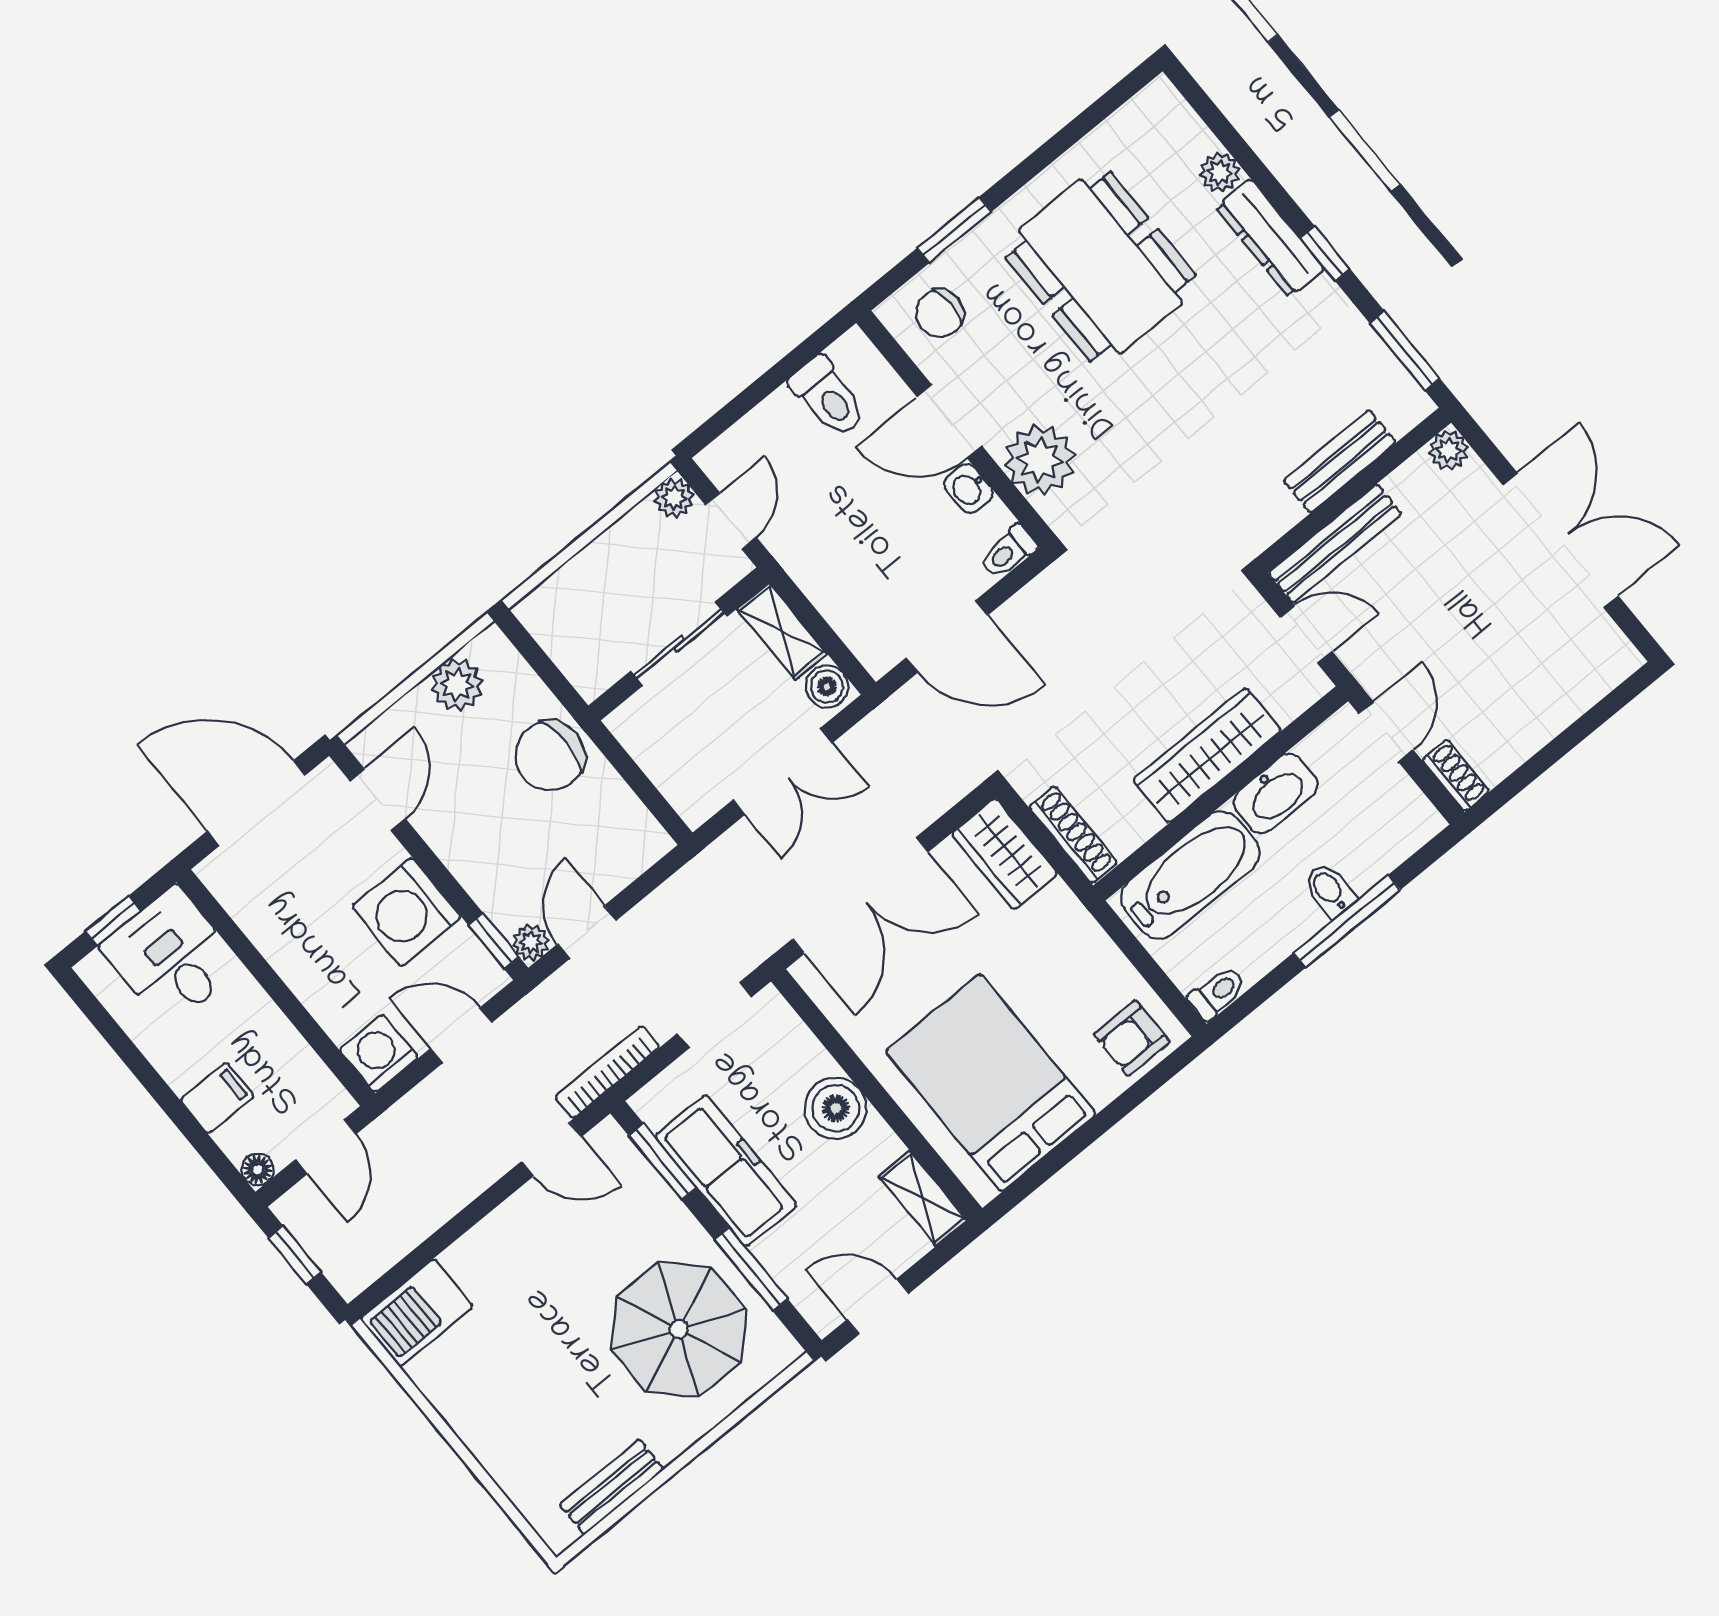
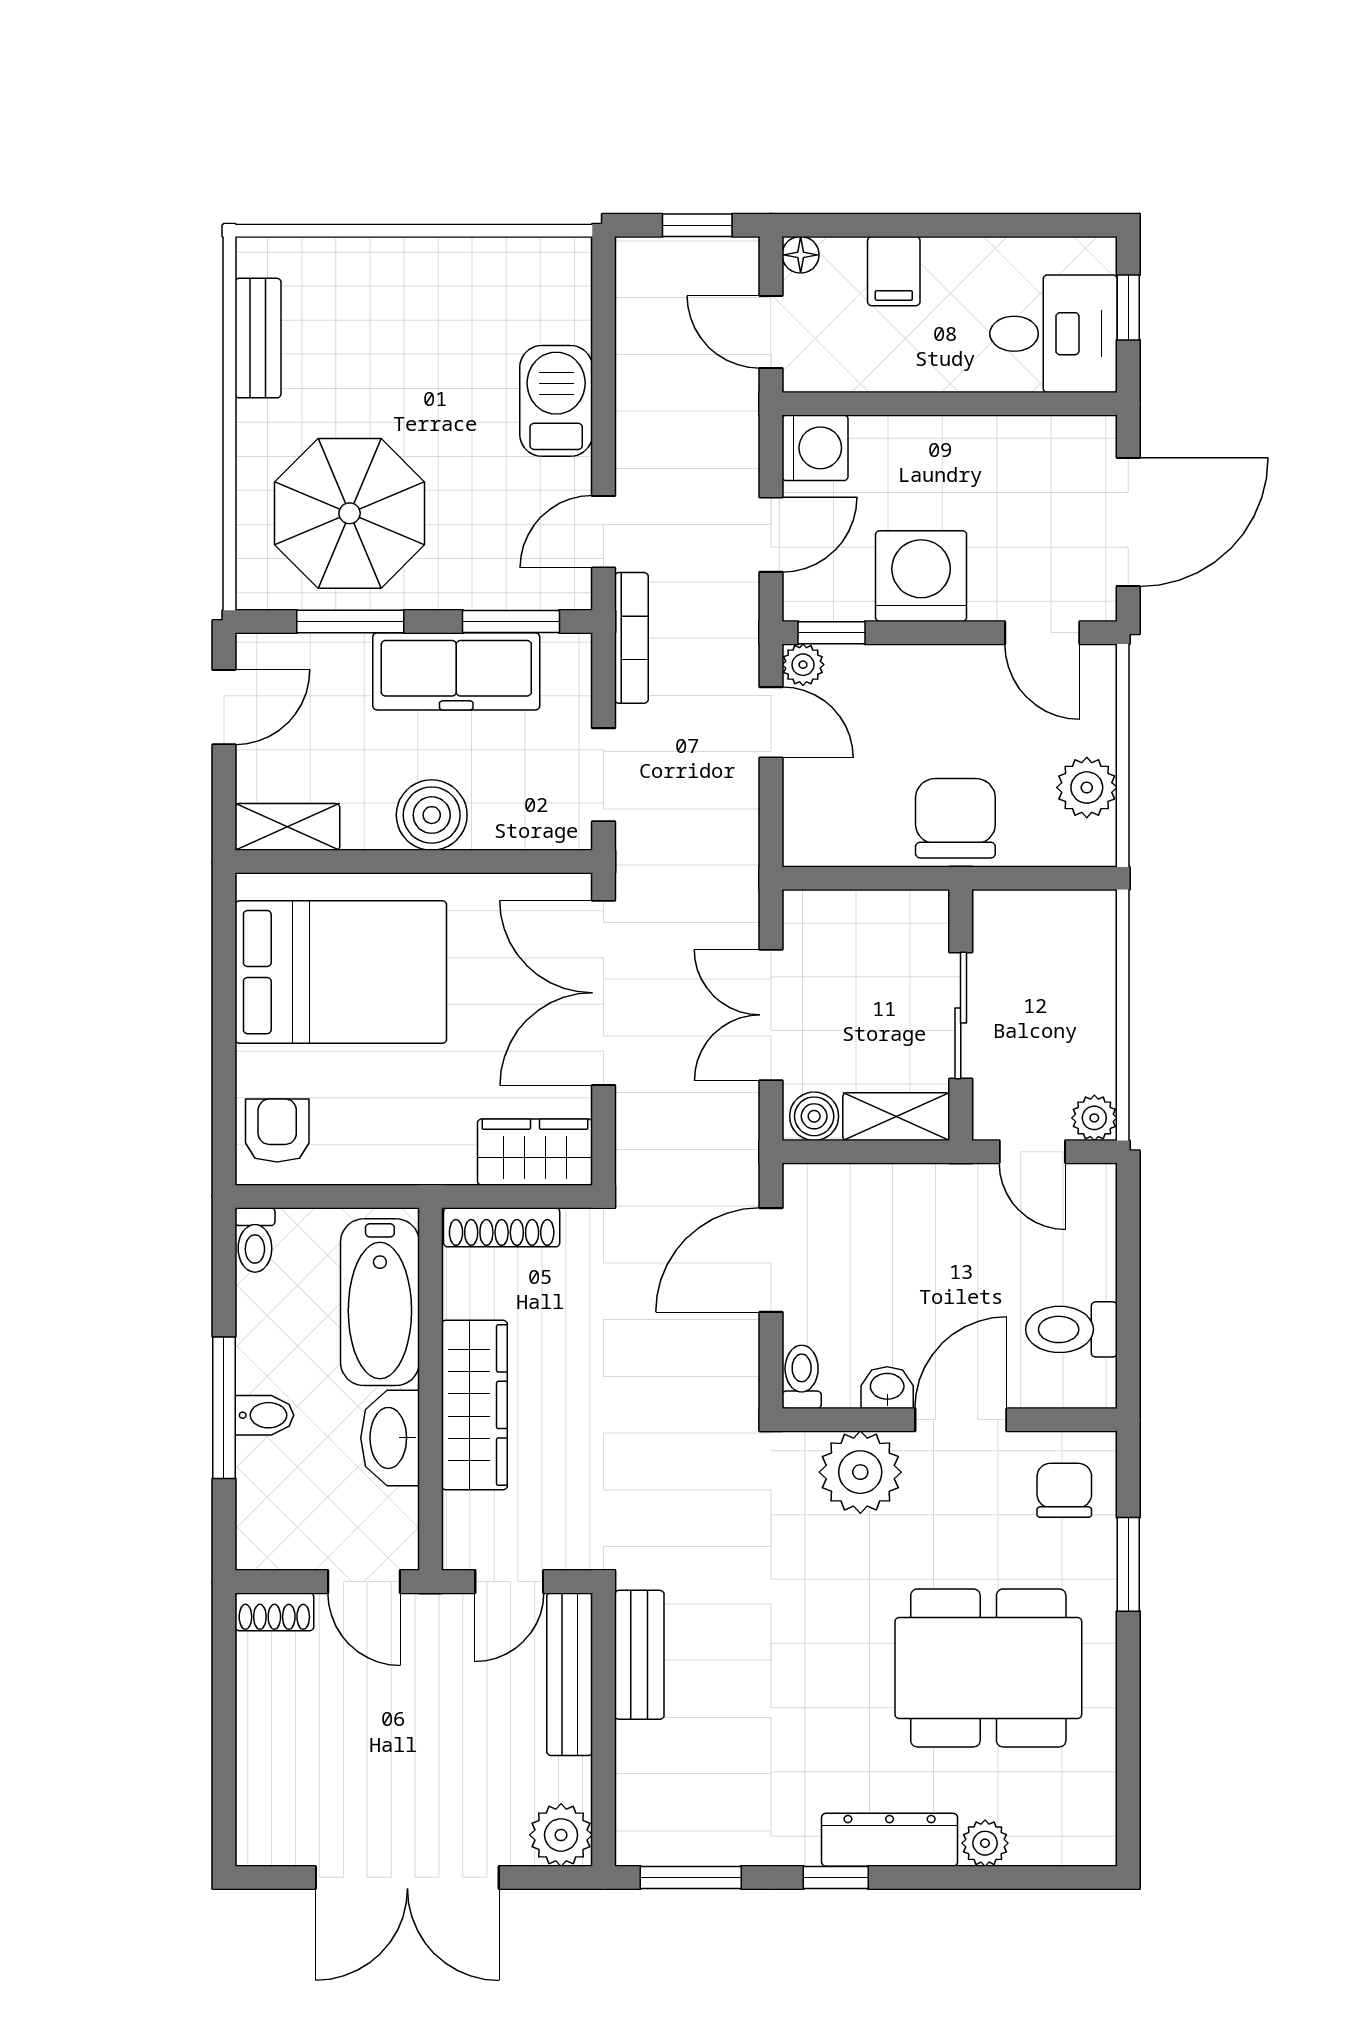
plant: (1448, 450) -> (561, 1835), width x1.38, depth x1.38
bench: (1340, 461) -> (639, 1655), moved
barbecue: (417, 1313) -> (556, 401), moved

